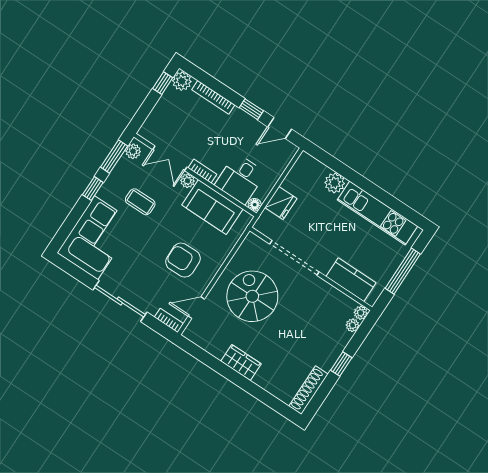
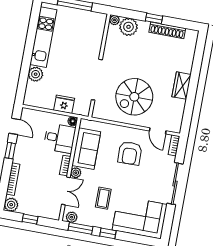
window: (163, 83) -> (30, 219), moved
kitchen counter: (351, 280) -> (95, 36), removed
plant: (353, 325) -> (128, 27), width x1.87, depth x1.87
shoe rack: (308, 390) -> (167, 30), moved

